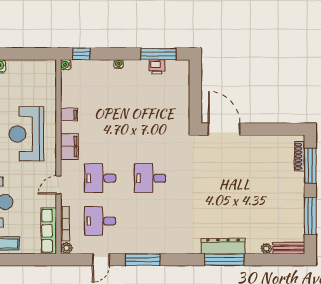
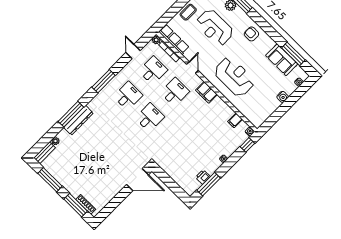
filing cabinet: (69, 115) -> (235, 120), moved
desk: (150, 221) -> (128, 96), added
window: (143, 260) -> (104, 81), moved

